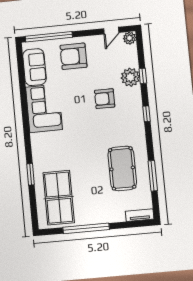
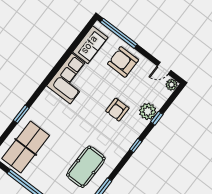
armchair: (105, 99) -> (117, 110), turned -90

